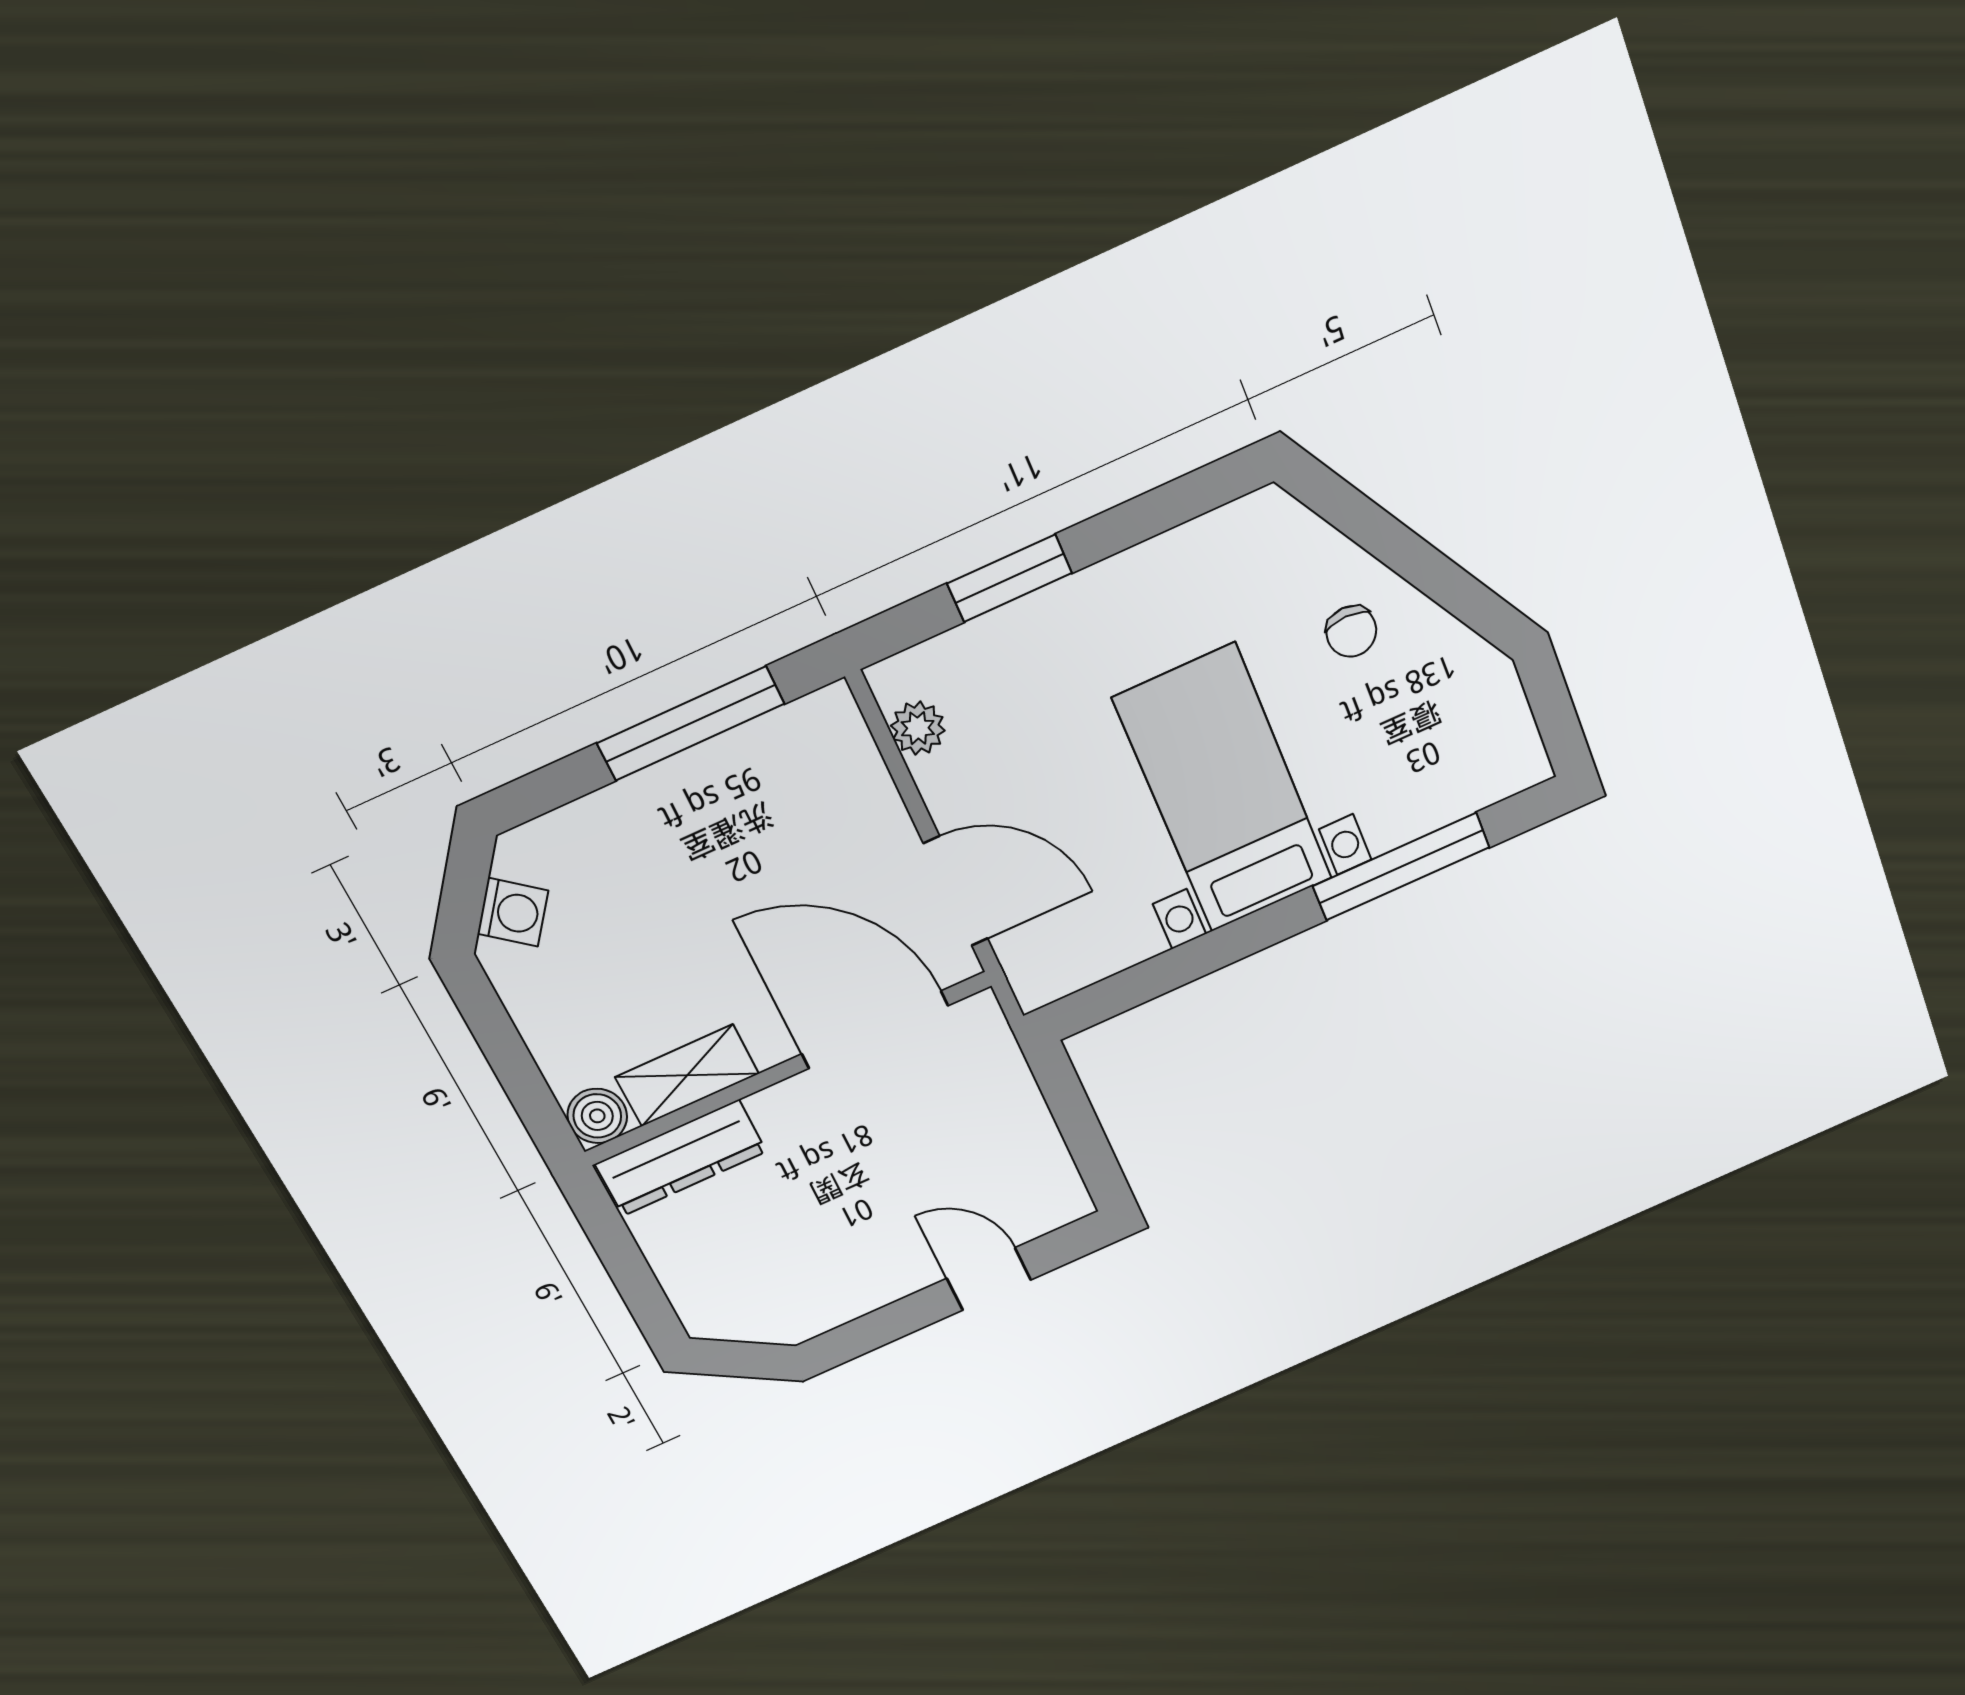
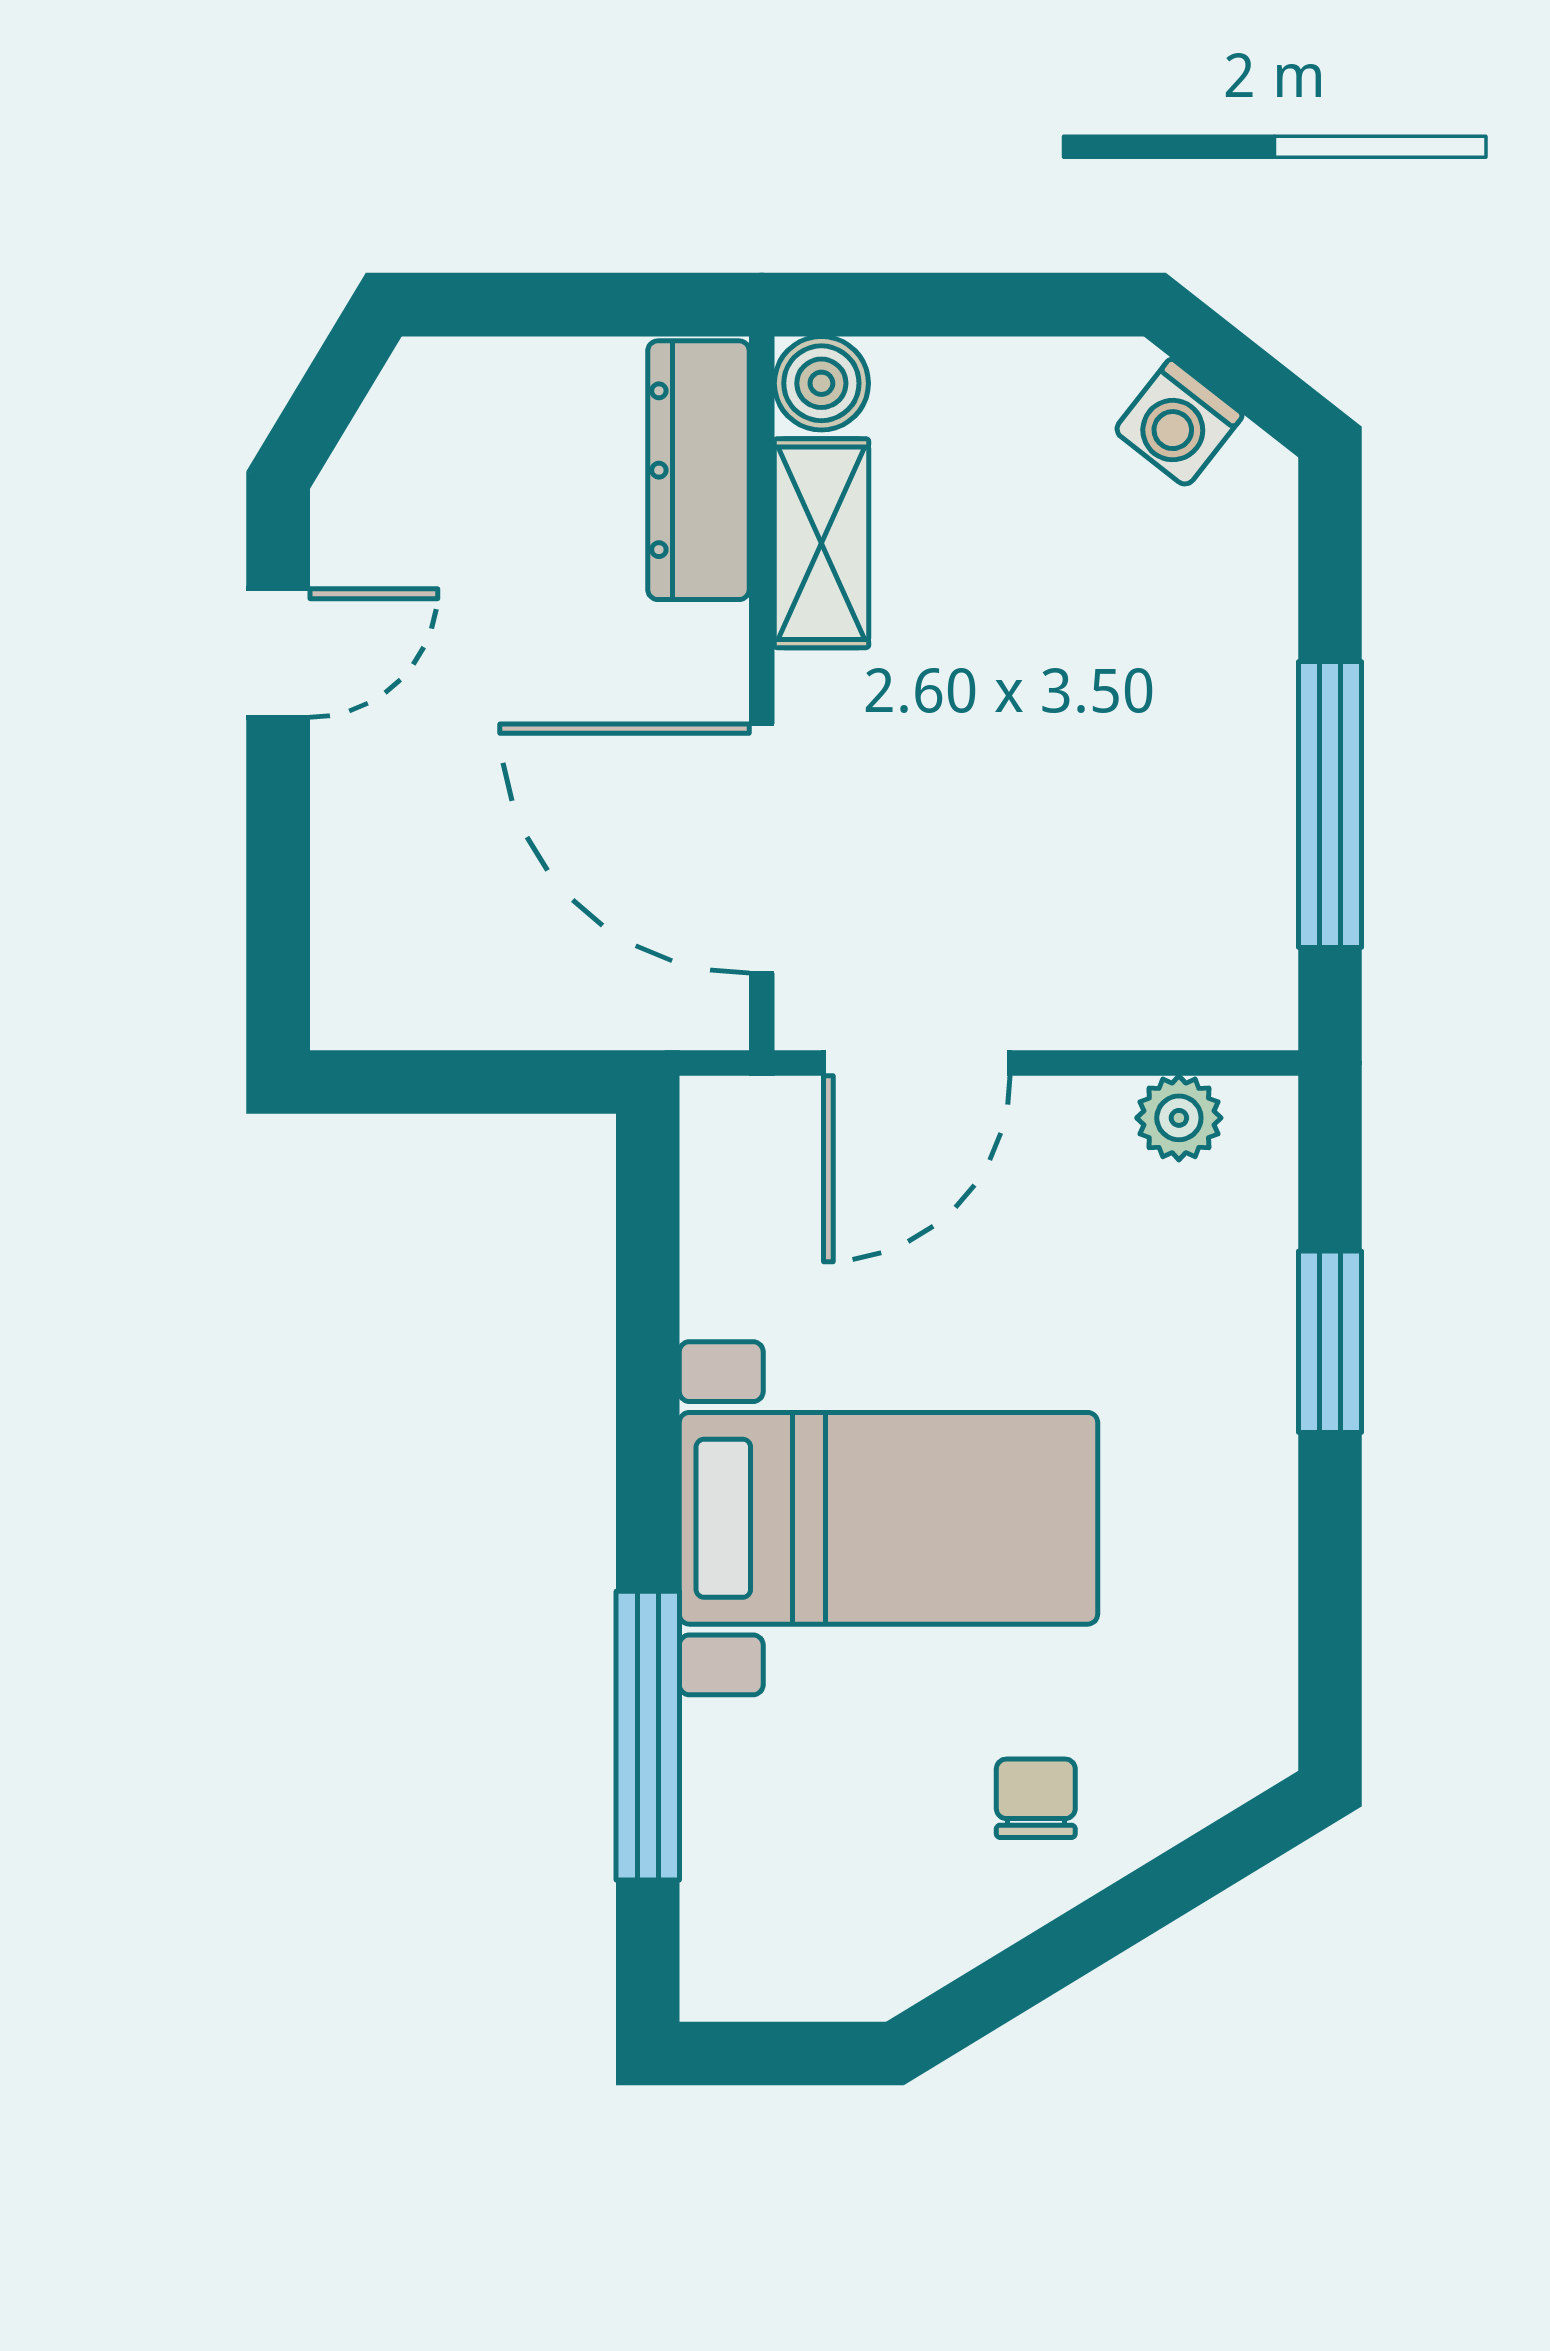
chair: (1351, 631) -> (1036, 1798), turned 90
door: (875, 1030) -> (762, 849), swing flipped
door: (989, 1279) -> (278, 653), moved

